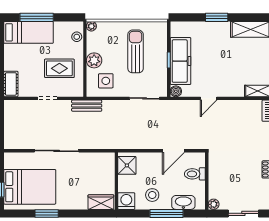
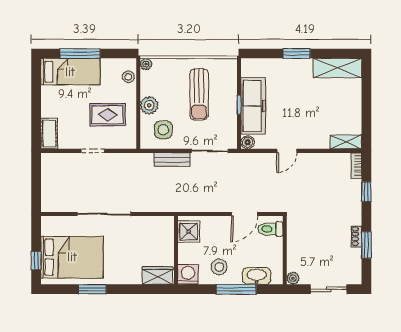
sun lounger: (136, 51) -> (199, 94), turned 180
bench: (87, 106) -> (172, 160), moved
toilet: (195, 174) -> (270, 229), moved

